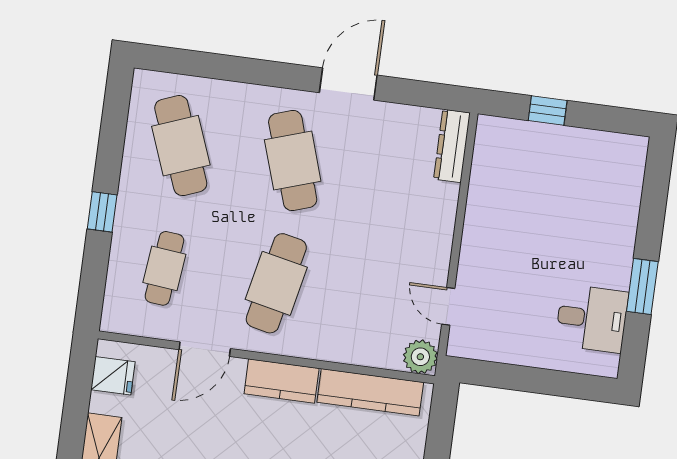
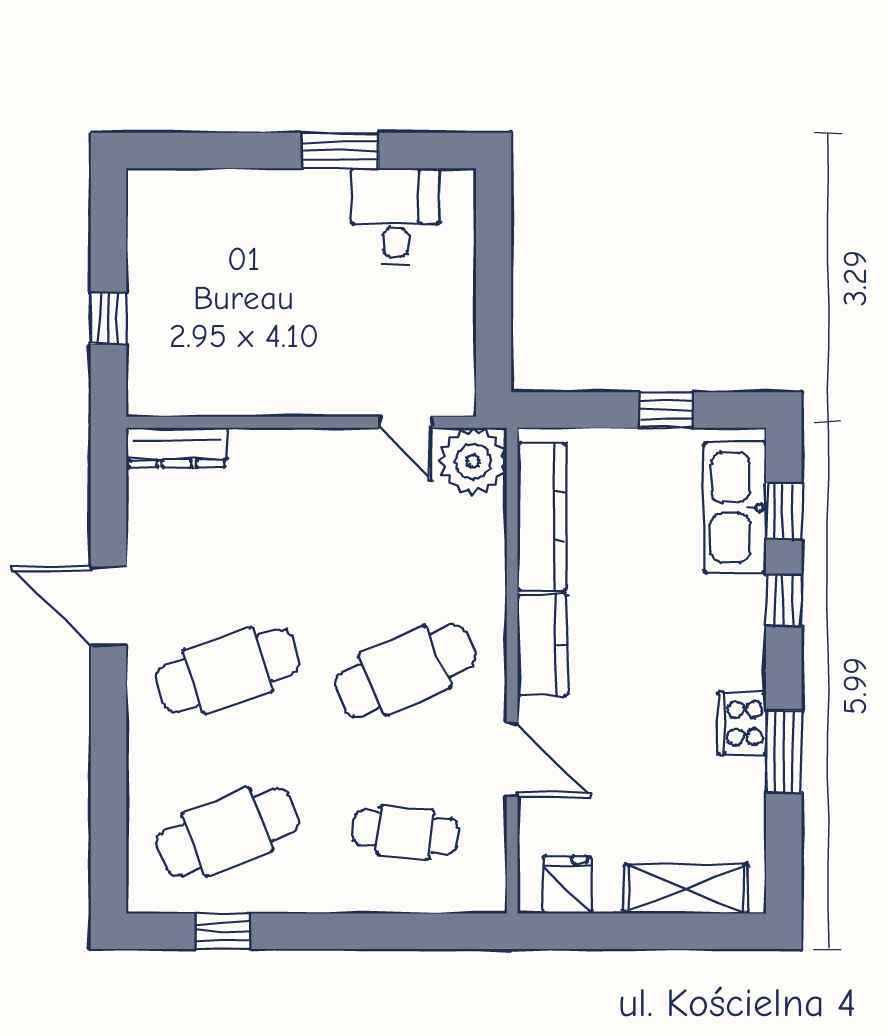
window: (102, 212) -> (223, 931), moved
cafe table: (276, 283) -> (405, 671), turned -36
door: (448, 306) -> (405, 422), hinge flipped
plant: (420, 357) -> (473, 461), width x1.36, depth x1.36

